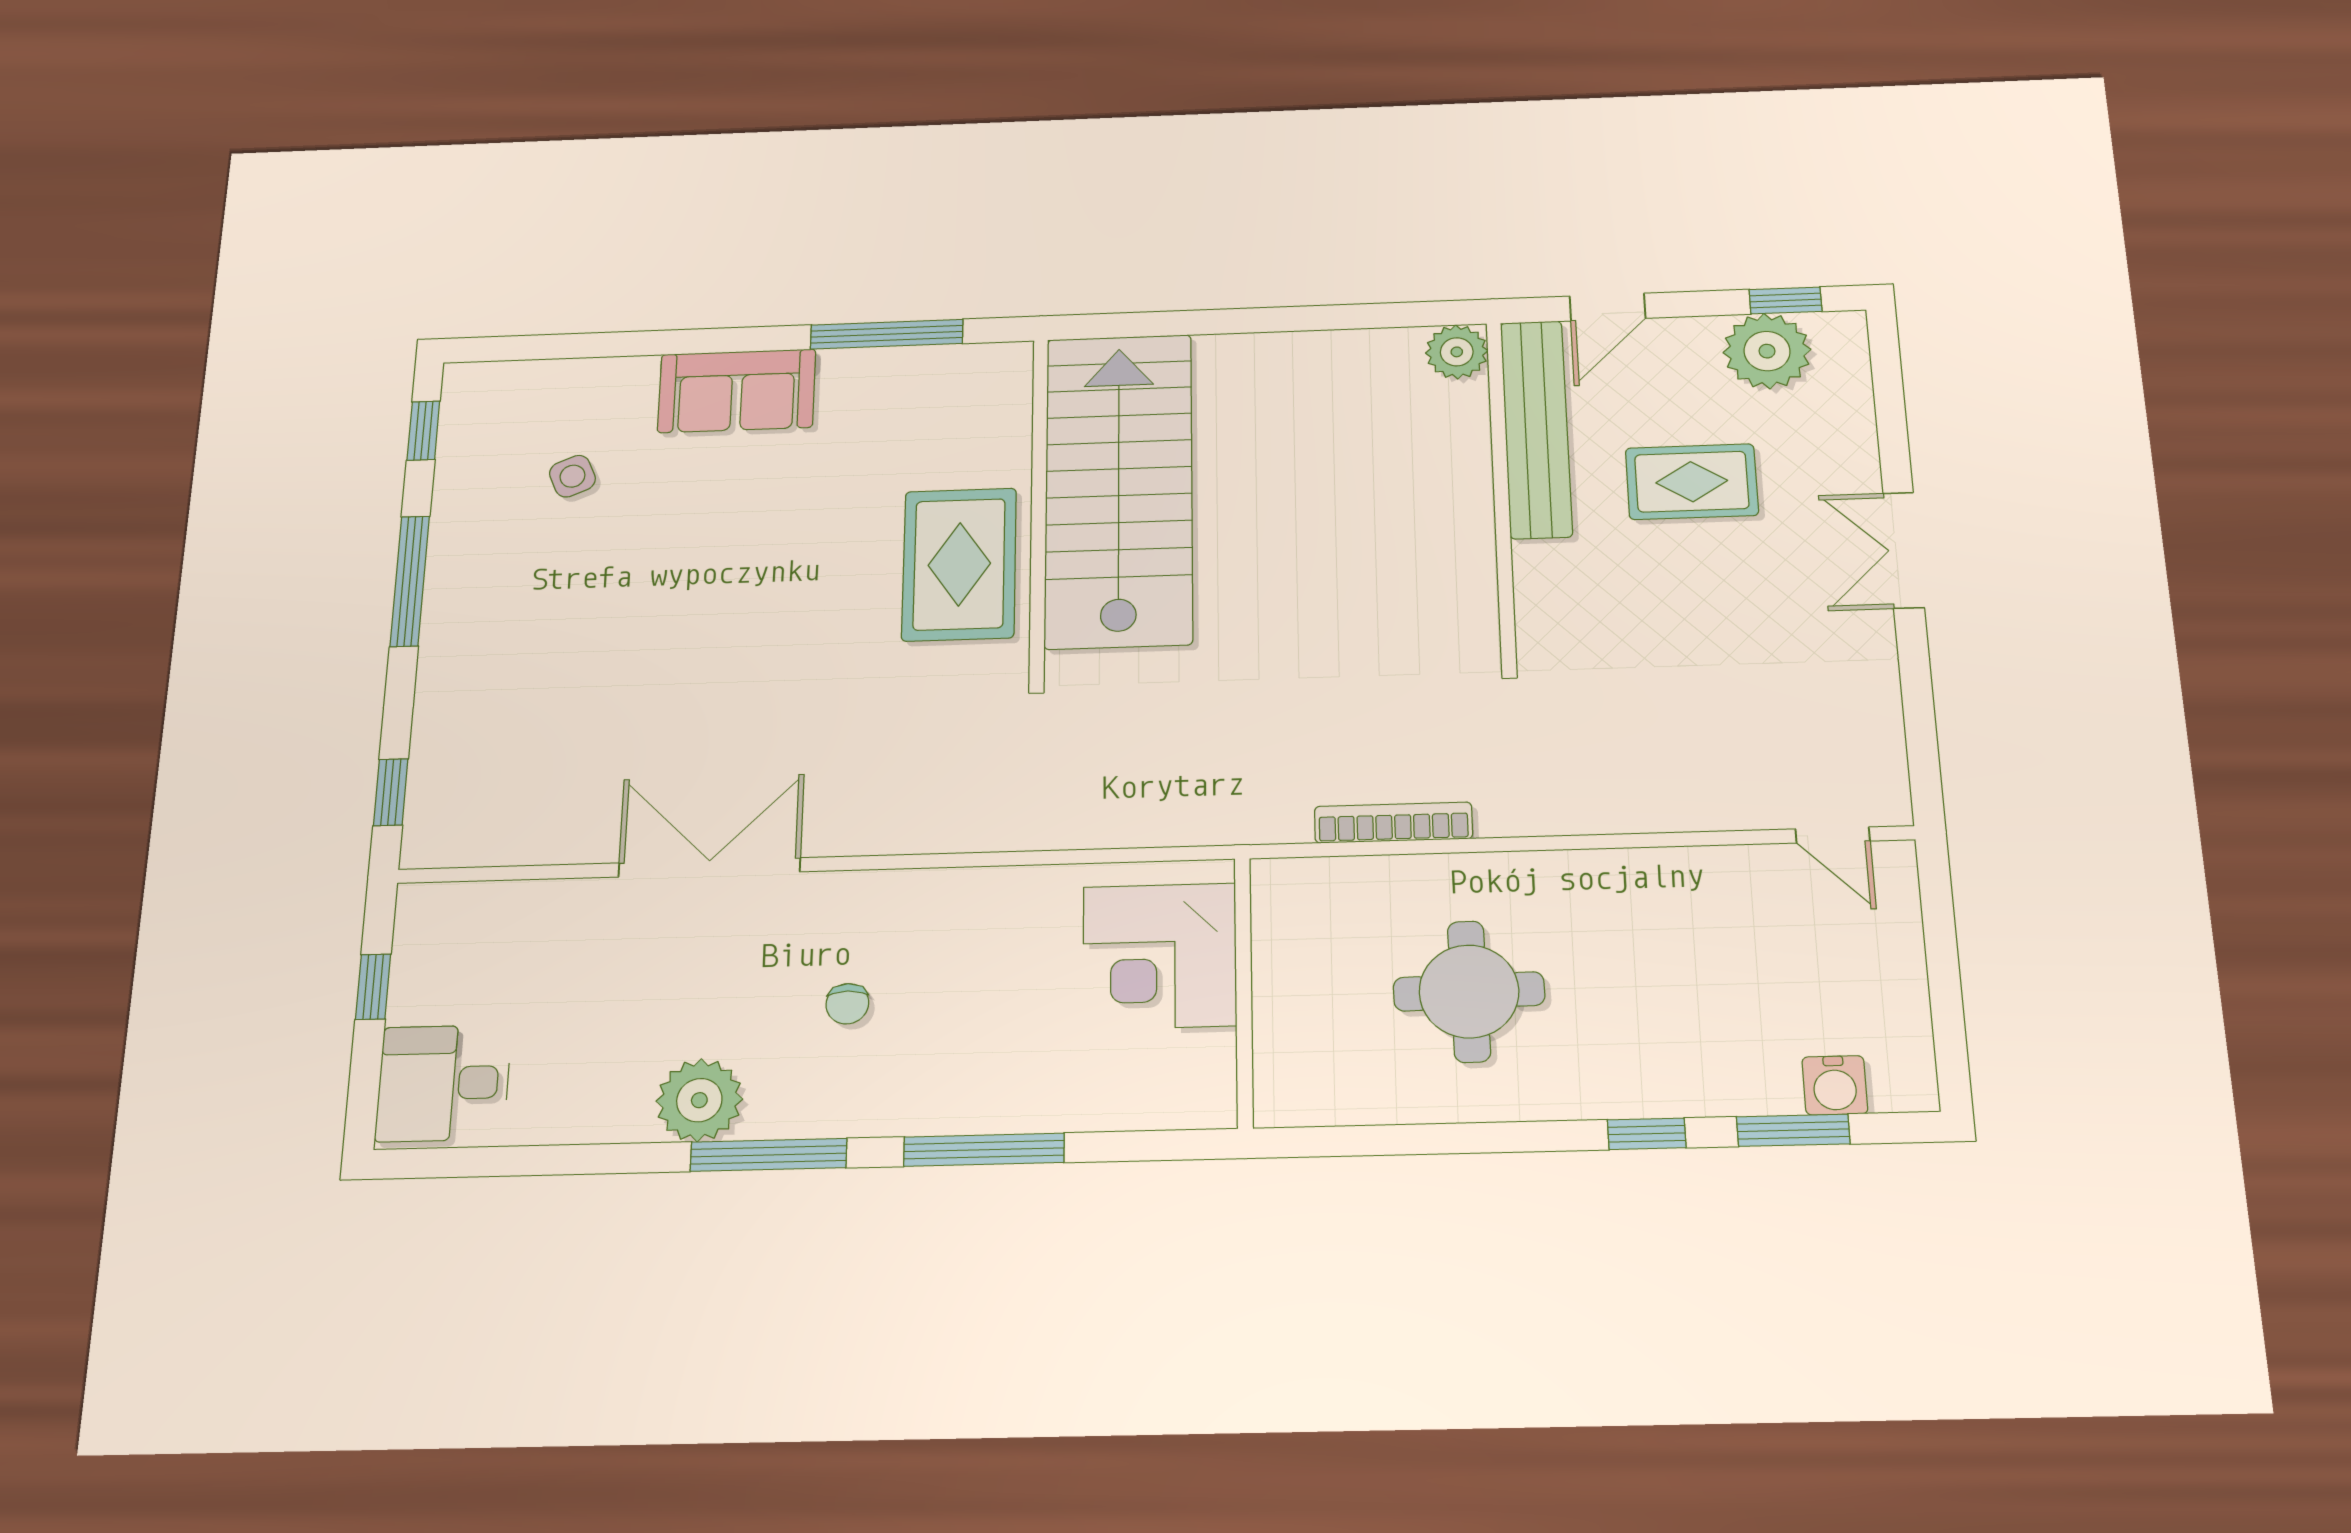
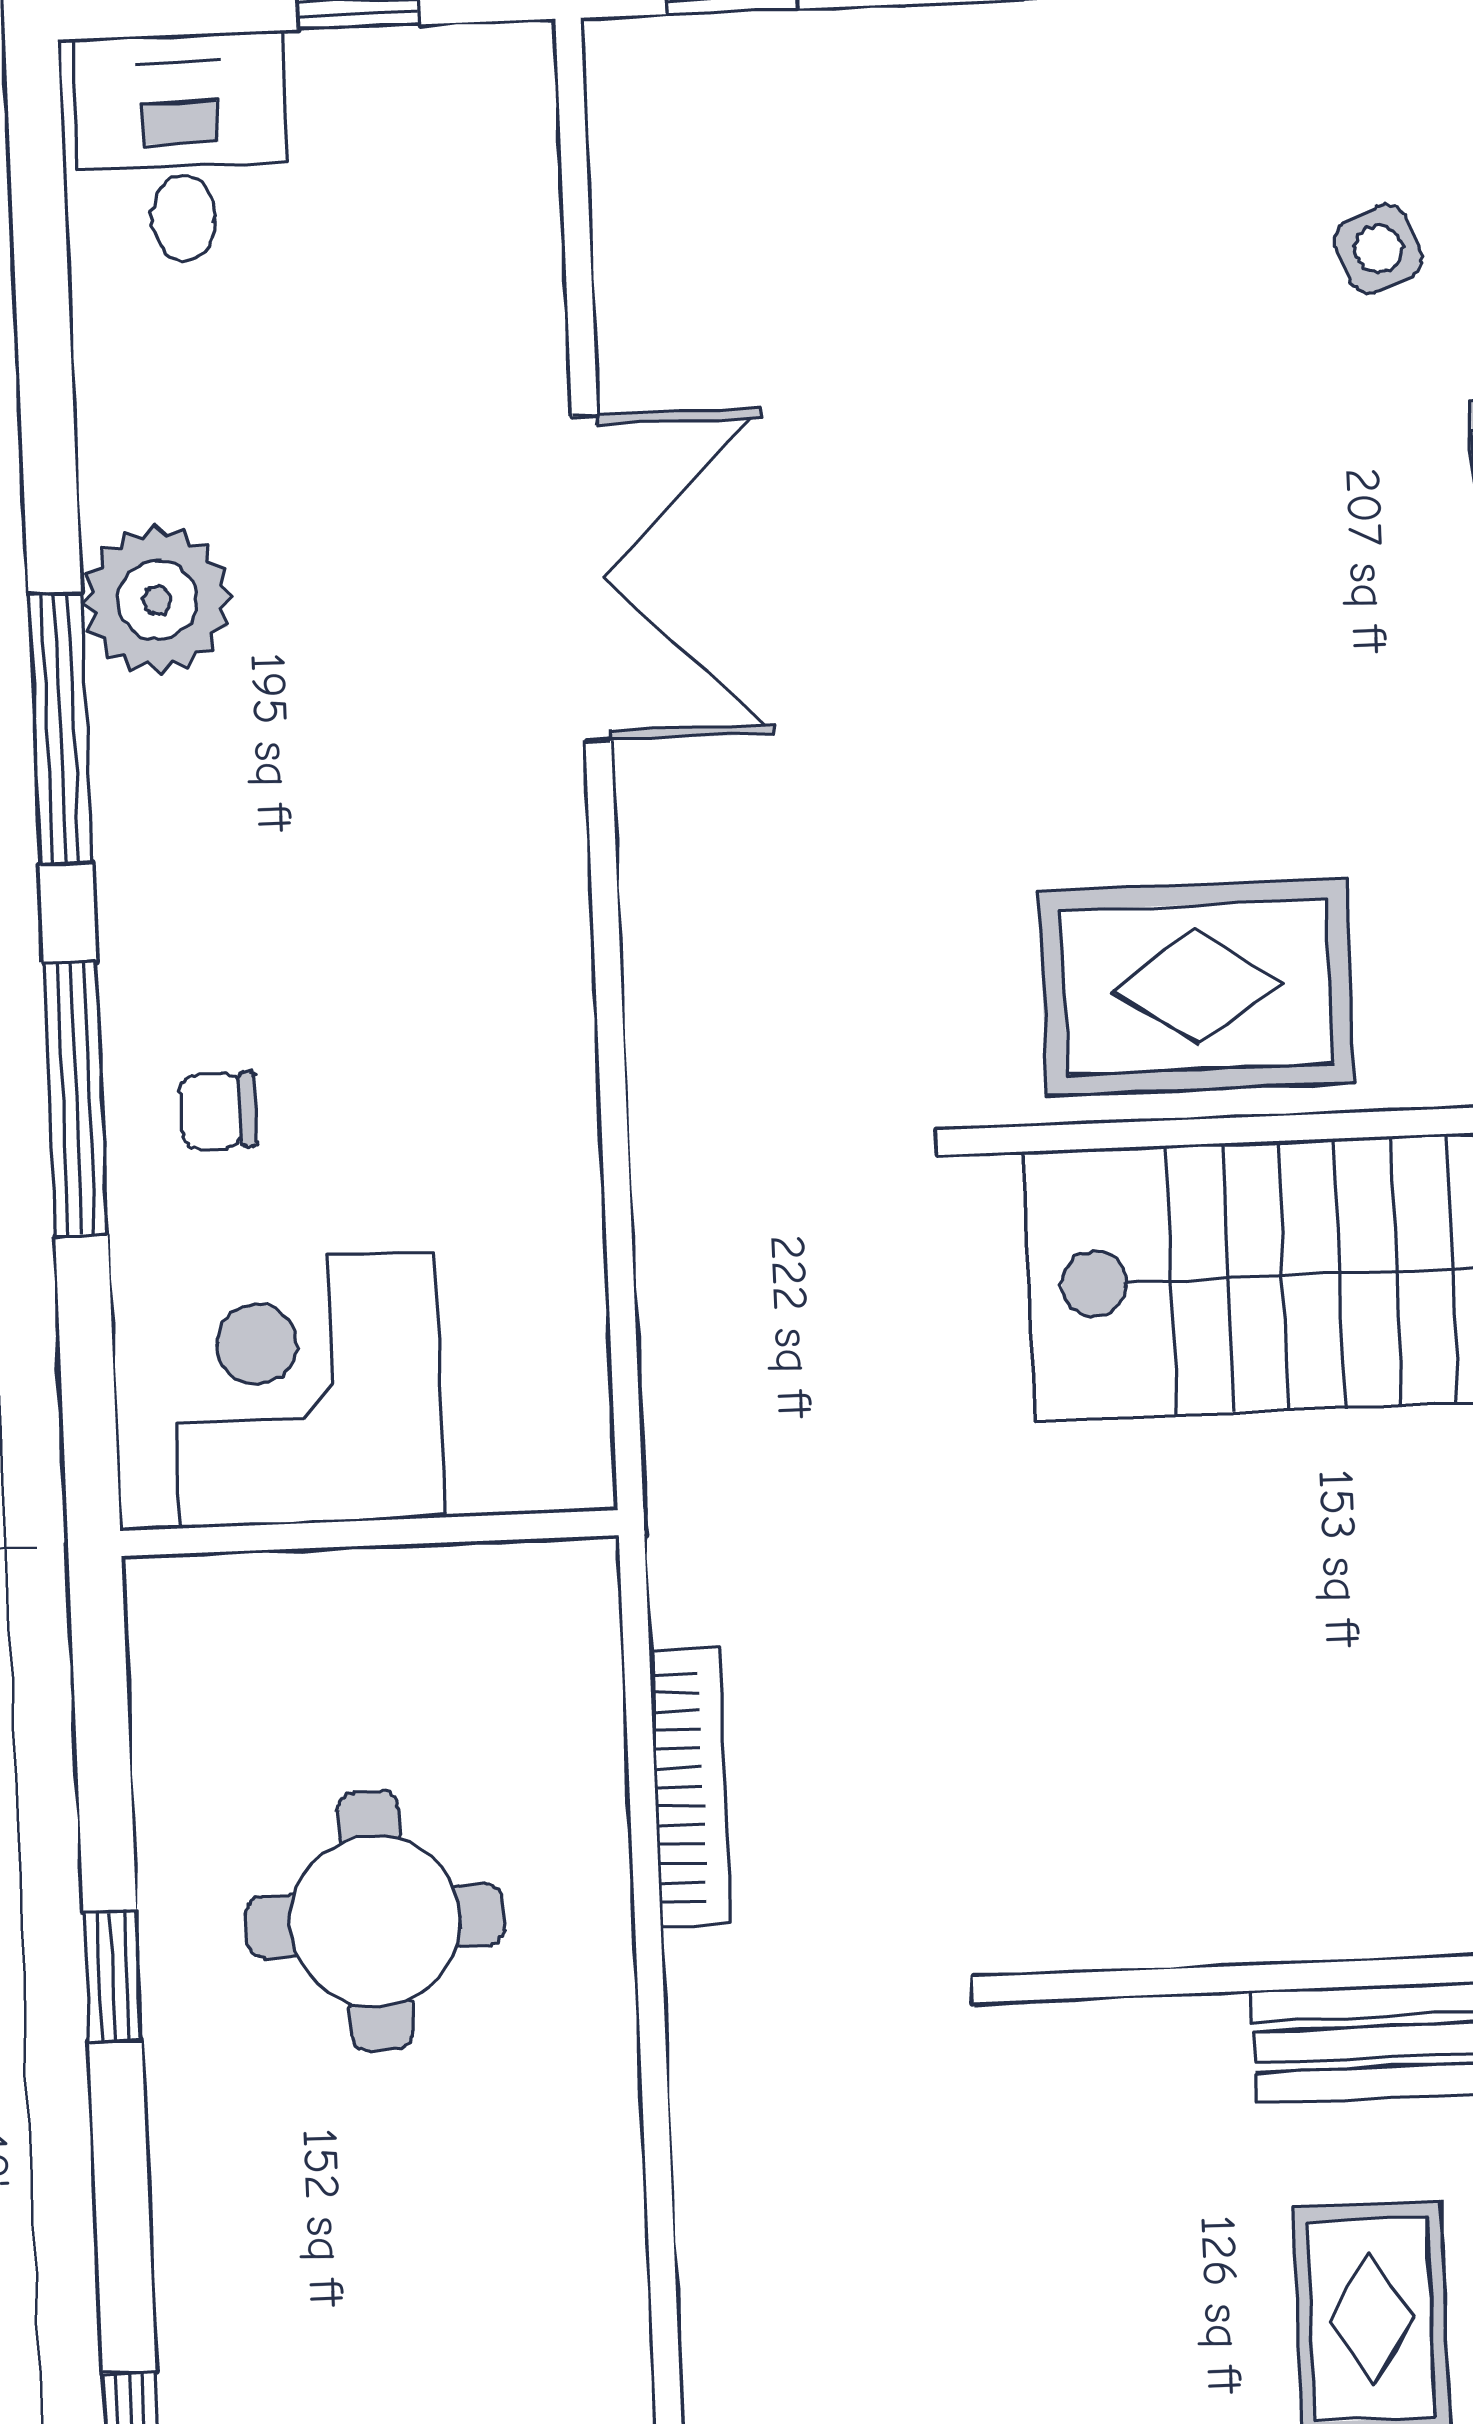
corner desk: (1160, 956) -> (307, 1390), moved
chair: (847, 1004) -> (218, 1111), moved
window: (1647, 1134) -> (113, 1976), moved

